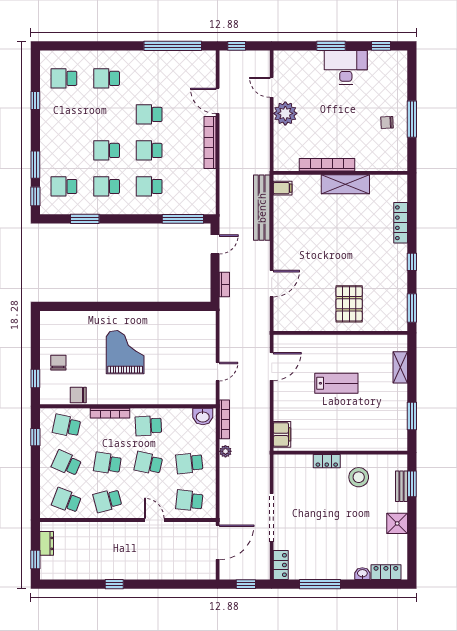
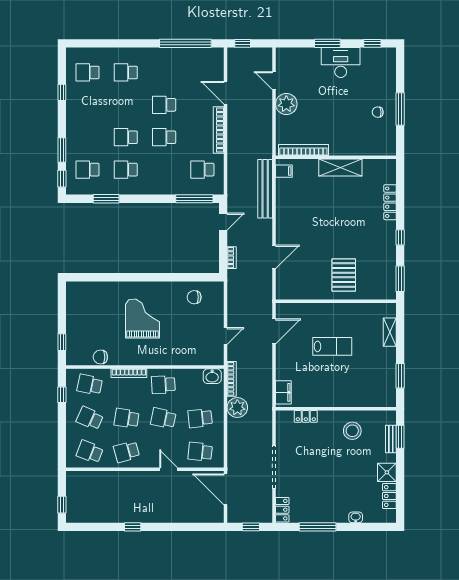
bookcase: (327, 165) -> (303, 150), moved
school desk: (149, 186) -> (202, 170), moved
chair: (58, 363) -> (194, 297), moved, turned -90
plant: (225, 451) -> (237, 408), width x1.88, depth x1.88
locker: (327, 461) -> (306, 416), moved
door: (218, 542) -> (226, 489), swing flipped
dresser: (47, 543) -> (72, 490), removed
locker: (386, 572) -> (389, 496), moved, turned -90

